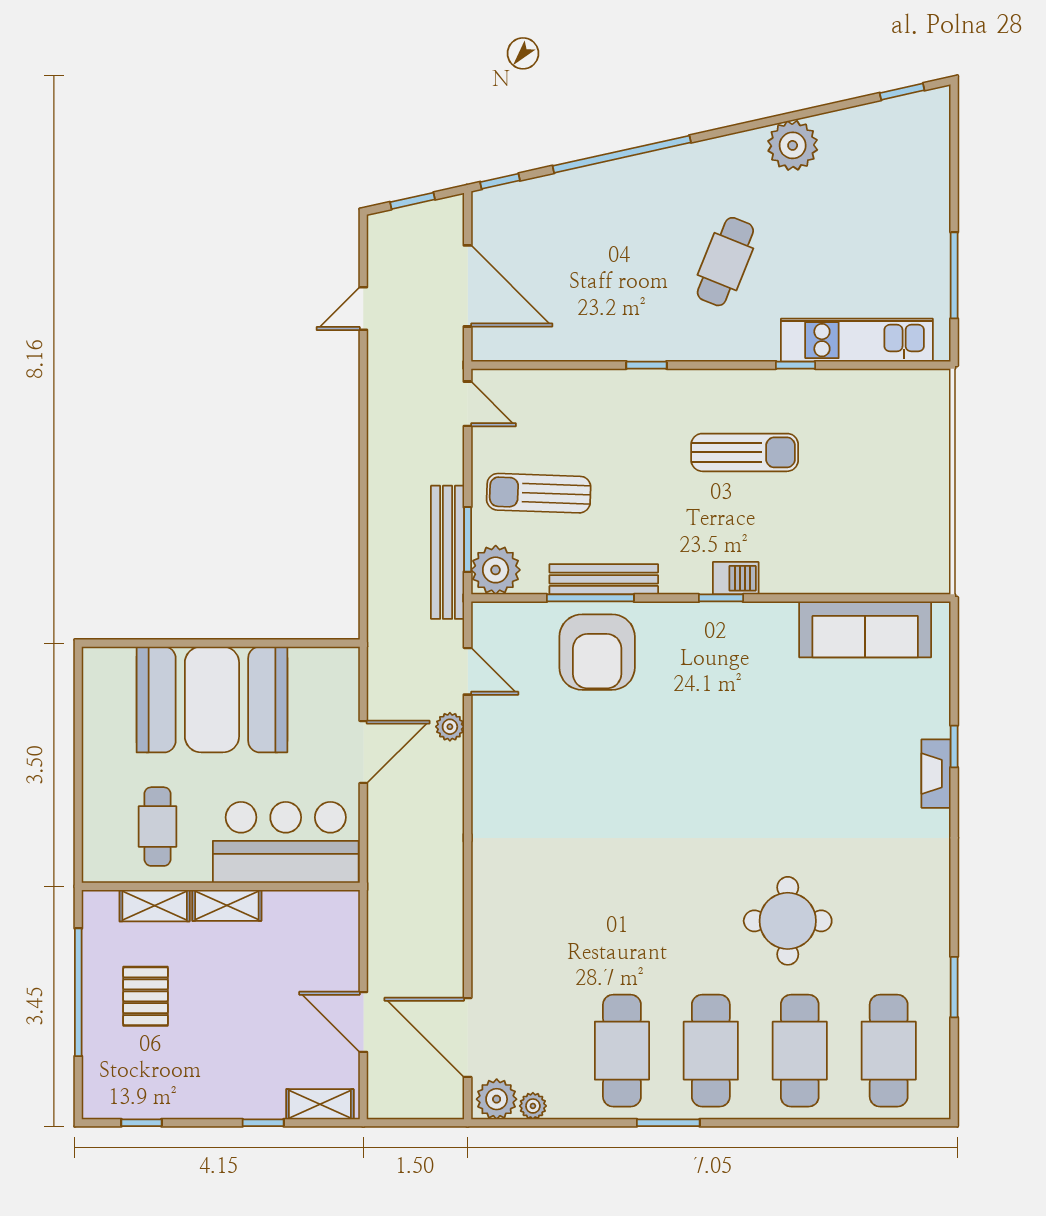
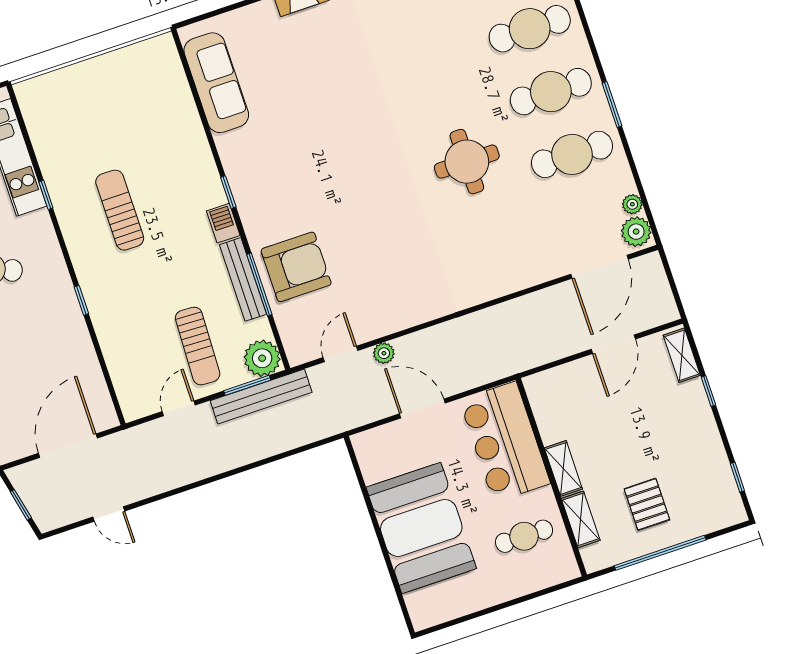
door: (468, 404) -> (179, 408), moved
barbecue: (736, 578) -> (223, 223), moved
round table: (788, 921) -> (467, 162), moved
pallet: (146, 996) -> (647, 504), turned 90

